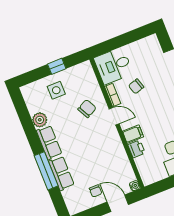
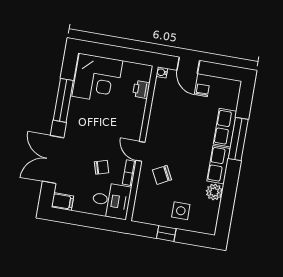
filing cabinet: (133, 134) -> (62, 202), moved, turned 180
printer: (136, 149) -> (141, 89), moved

